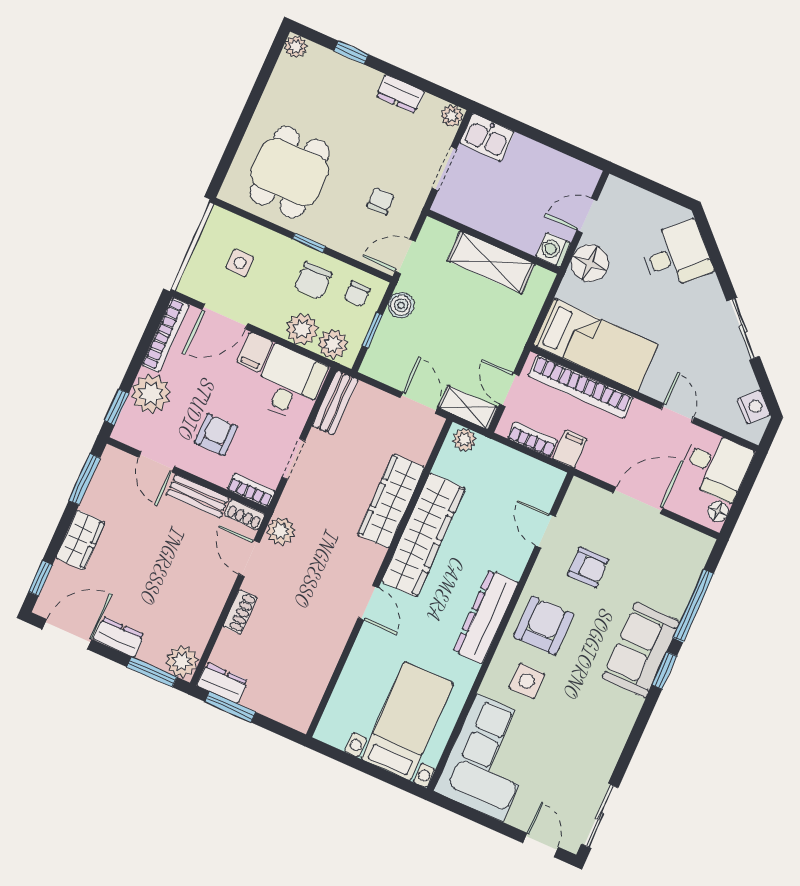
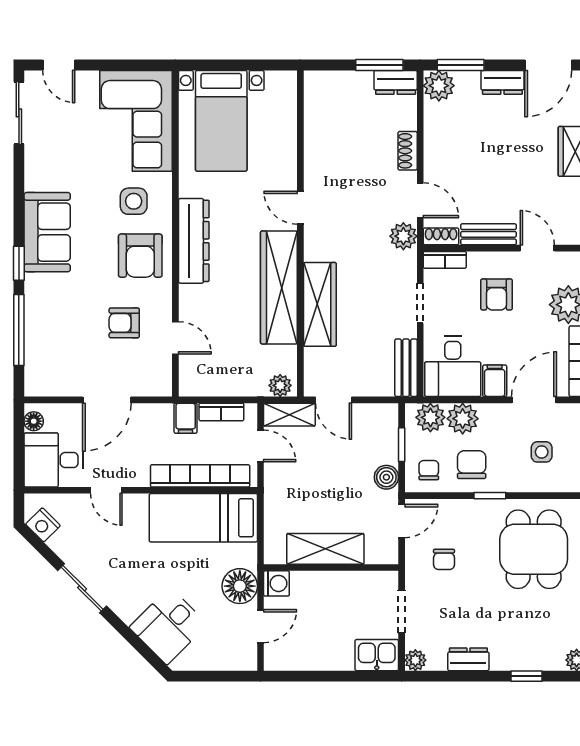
sofa: (641, 650) -> (47, 232), moved

